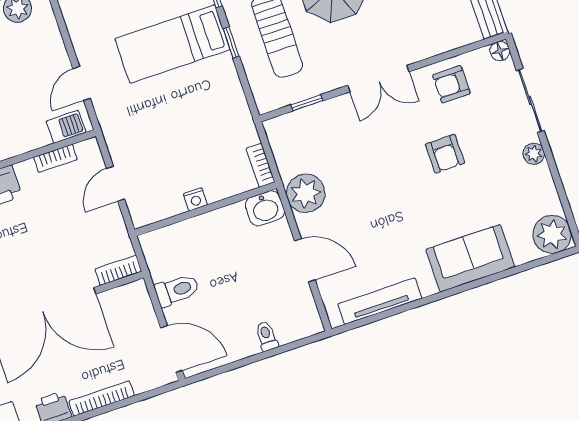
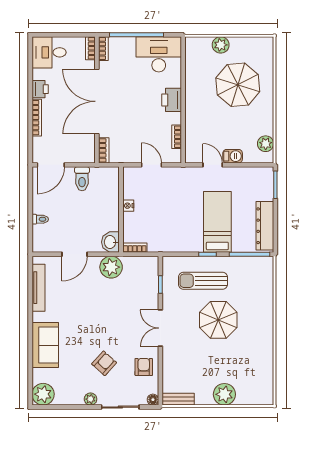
barbecue: (66, 127) -> (233, 156), moved, turned -90
armchair: (445, 154) -> (104, 363), moved, turned 132

